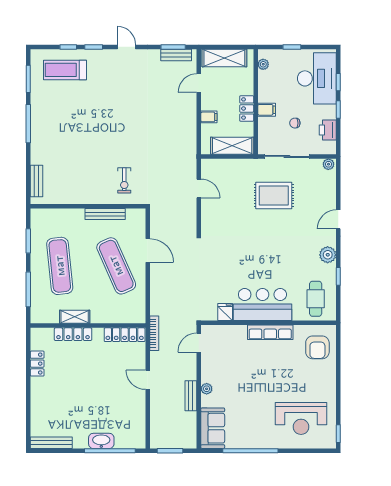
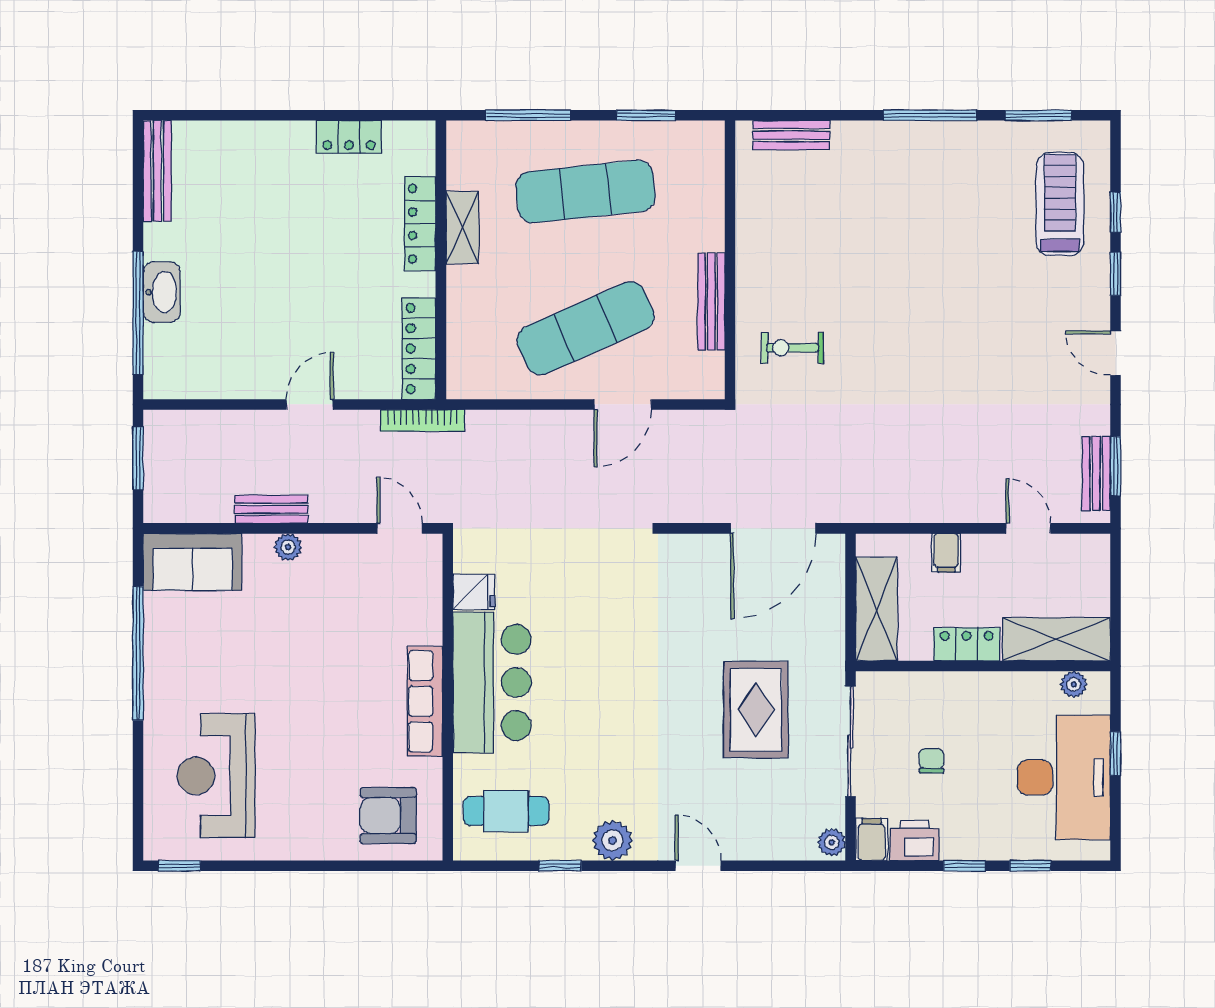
door: (126, 47) -> (1116, 353), swing flipped
shelving: (224, 58) -> (1056, 639), moved, turned 90
desk: (317, 78) -> (1064, 777), moved, turned -90
filing cabinet: (267, 110) -> (872, 839), moved, turned 180
door: (199, 188) -> (773, 528), width x1.87

